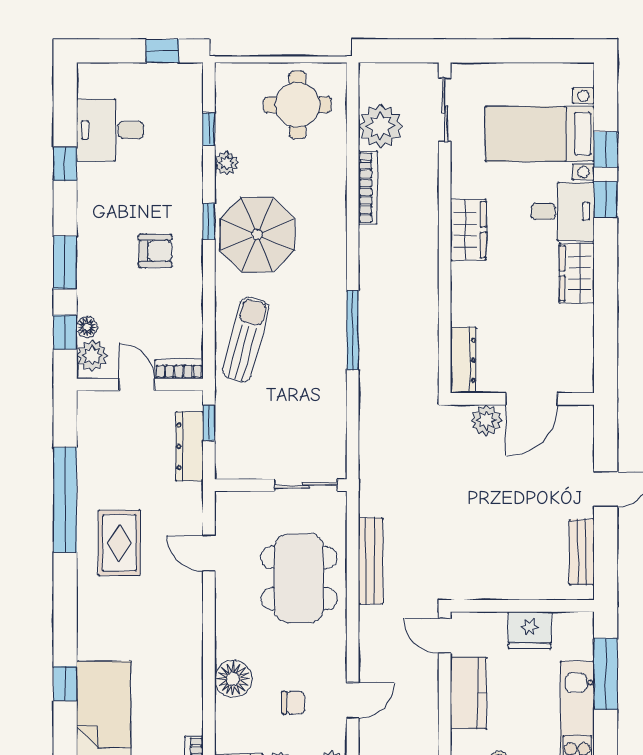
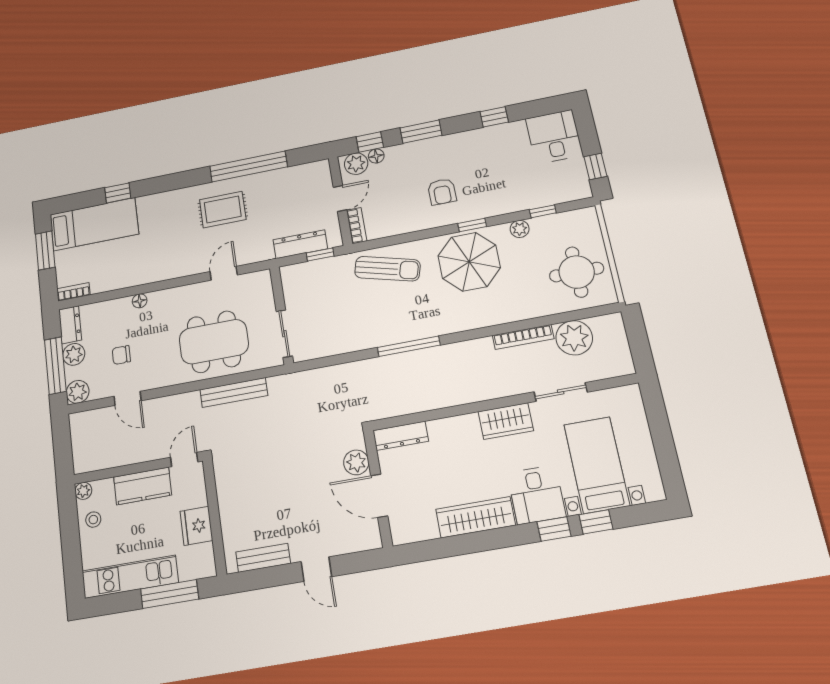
sliding door: (445, 110) -> (561, 392), moved
desk: (110, 130) -> (554, 137), moved
wardrobe: (577, 273) -> (476, 517), width x1.50
floor lamp: (233, 679) -> (140, 301), width x0.53, depth x0.53
chair: (293, 703) -> (121, 355), turned 90

